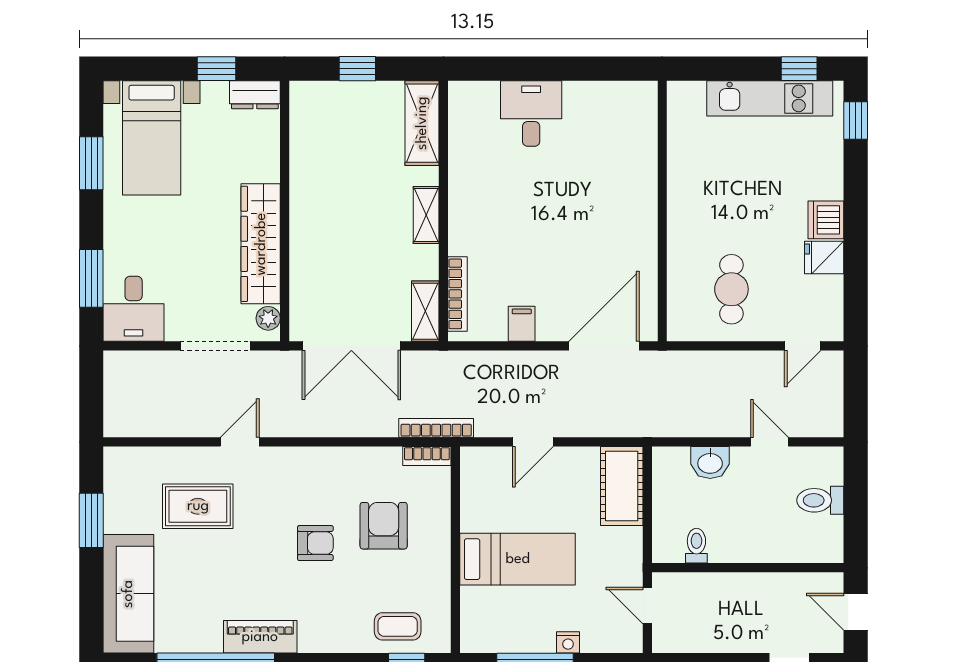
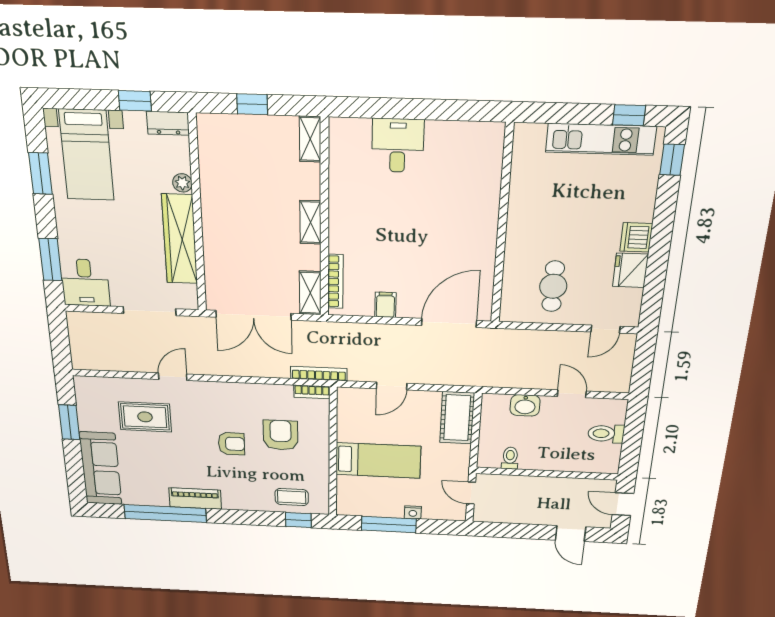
shelving: (422, 123) -> (310, 139), width x0.67, depth x0.75
fridge: (824, 257) -> (630, 270), width x1.38
plant: (268, 318) -> (182, 183), moved

